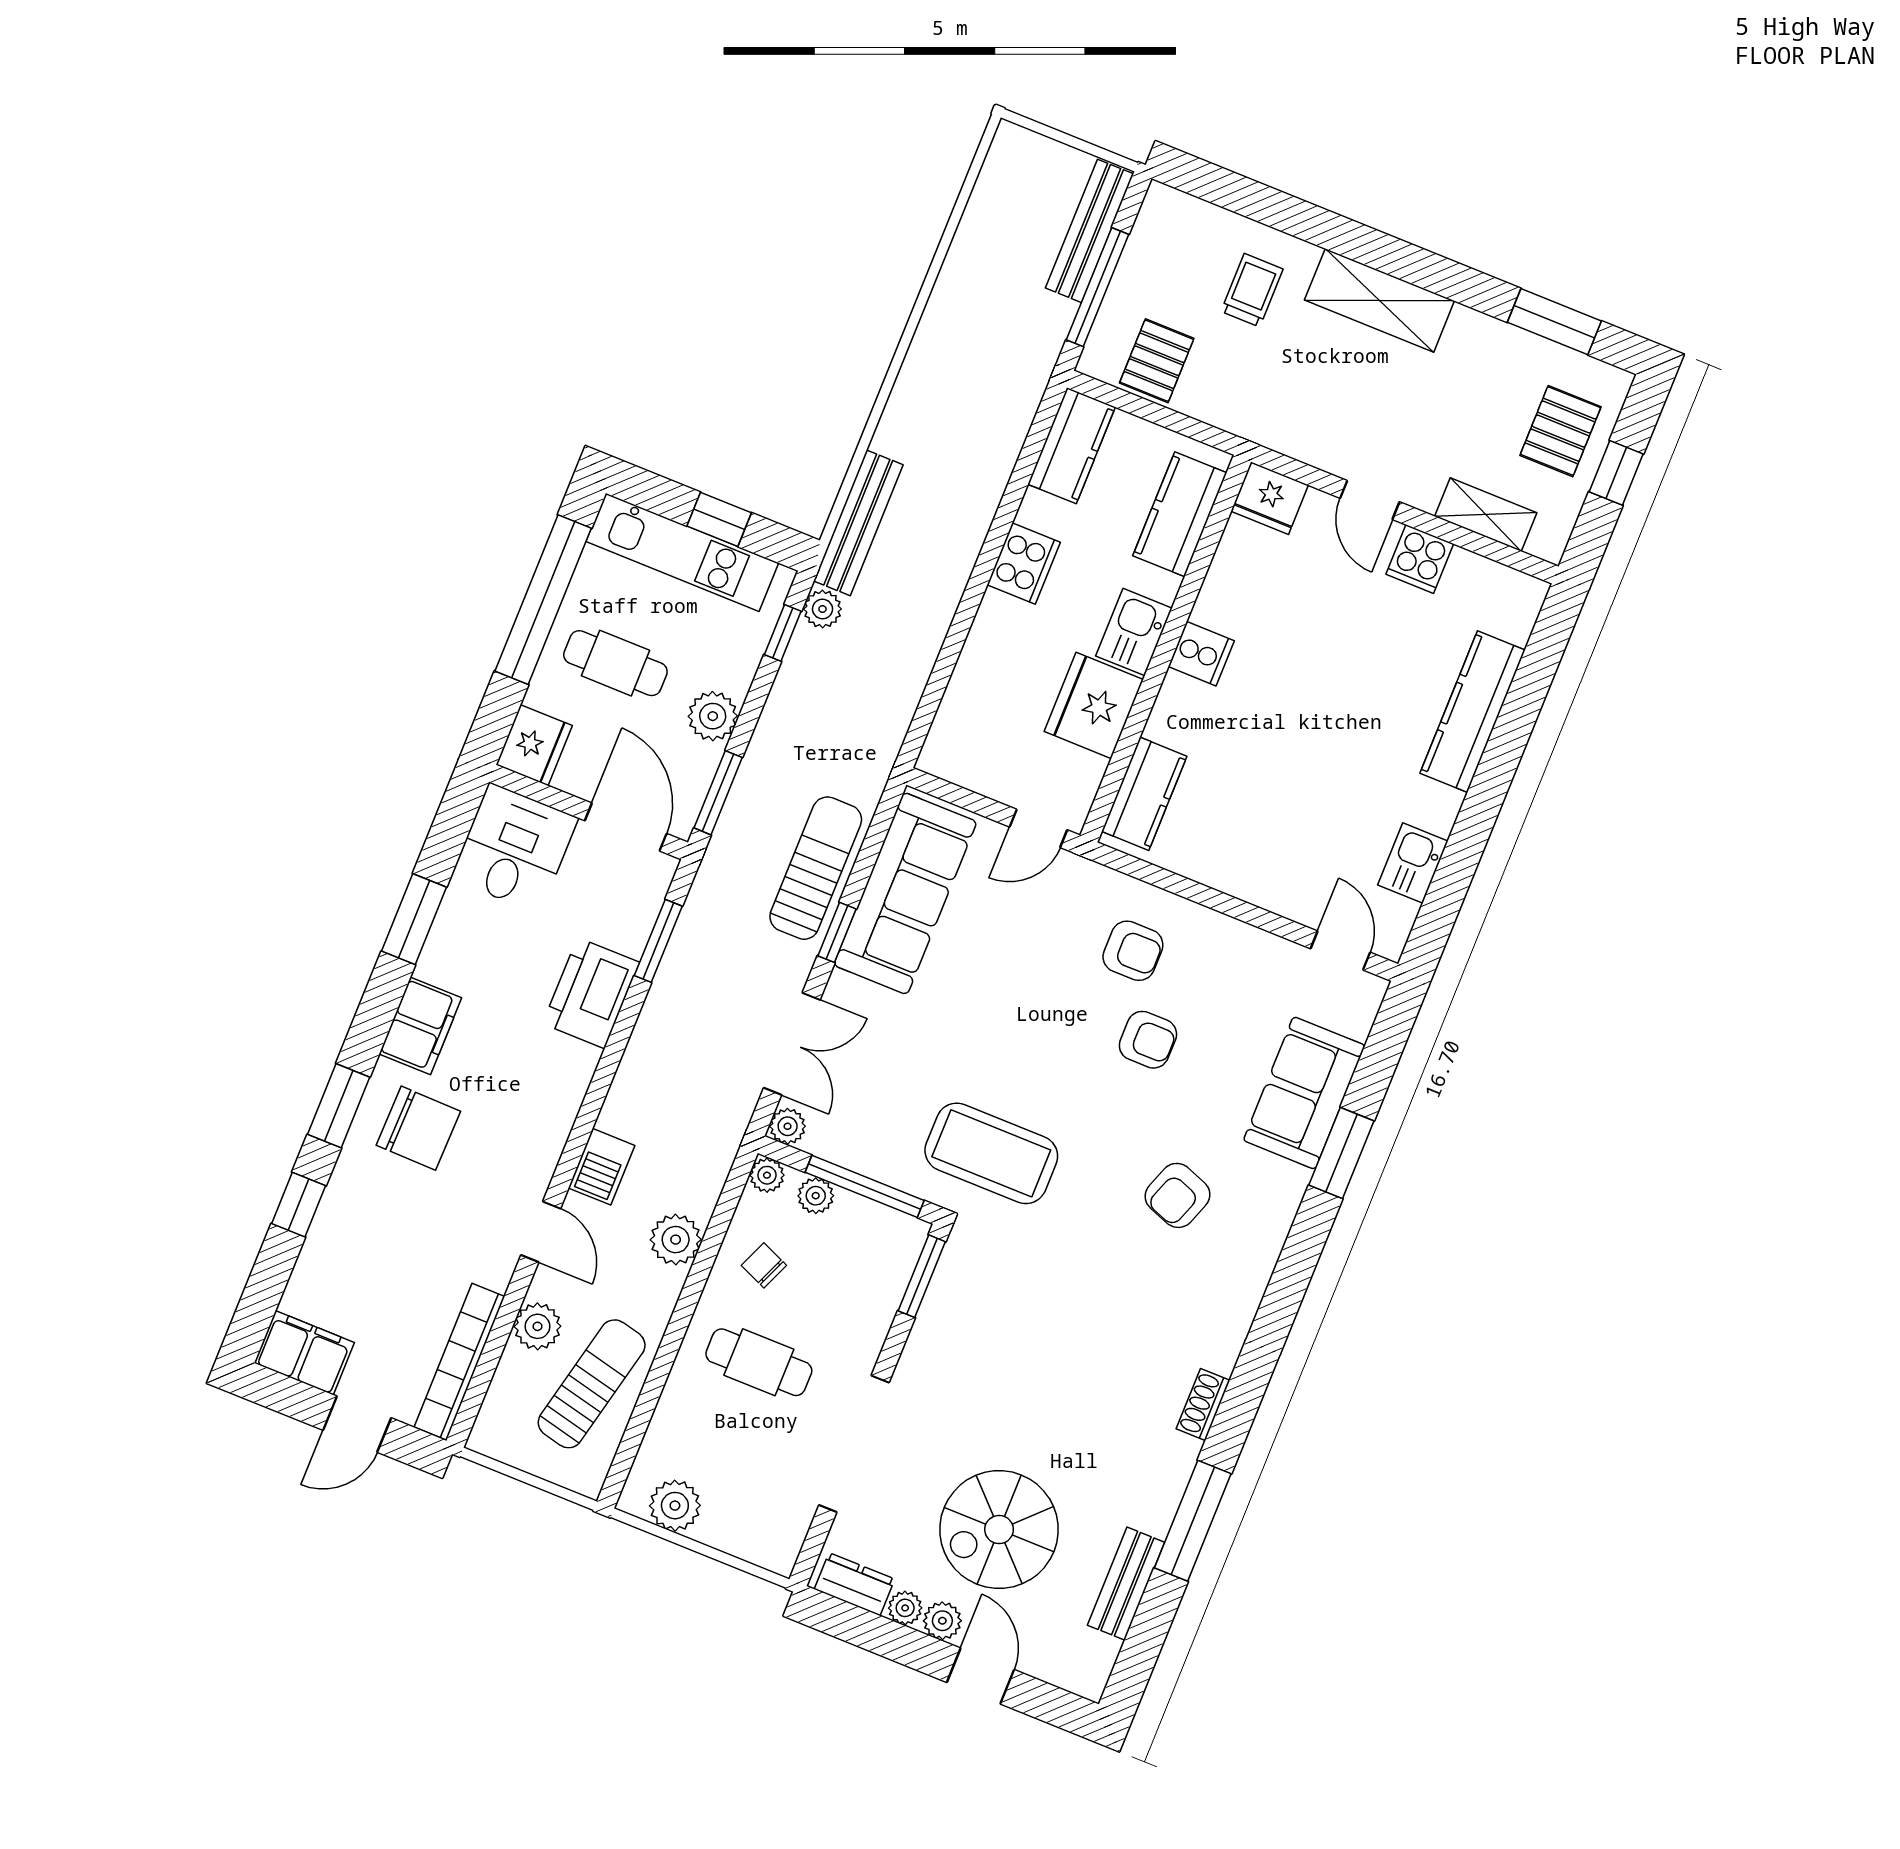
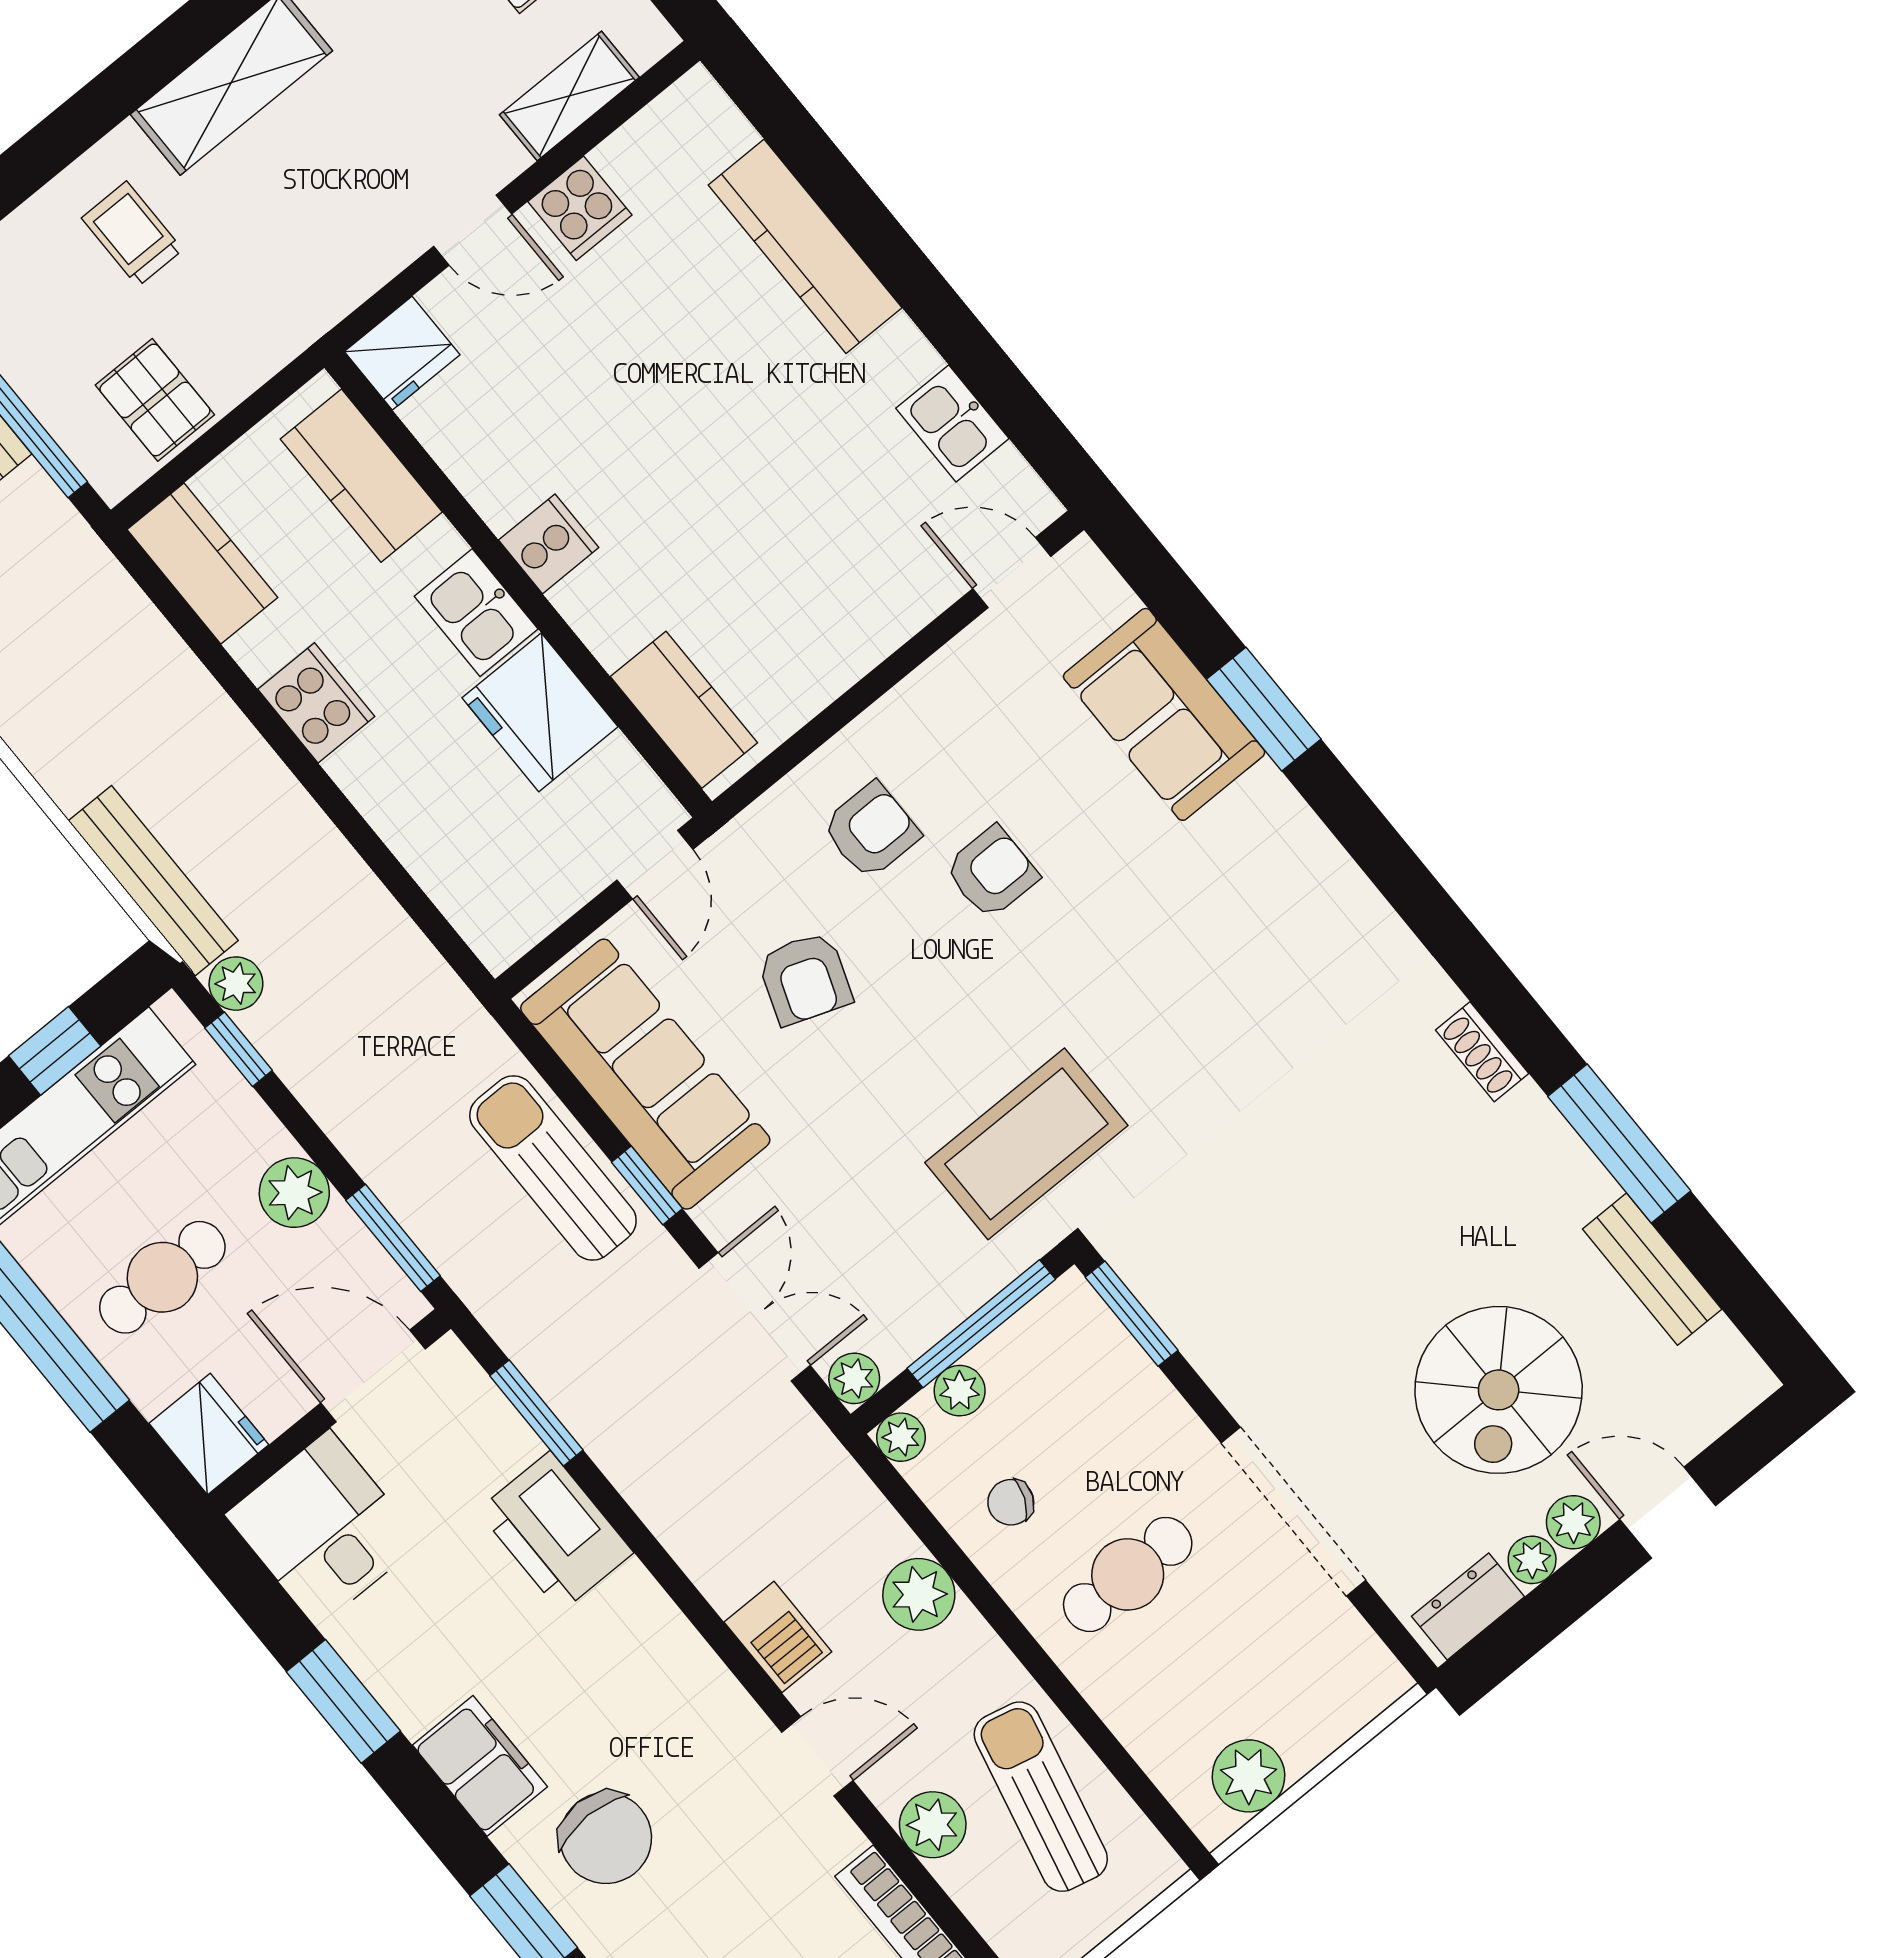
chair: (418, 1128) -> (606, 1838), turned 89
armchair: (1177, 1195) -> (805, 978), moved

